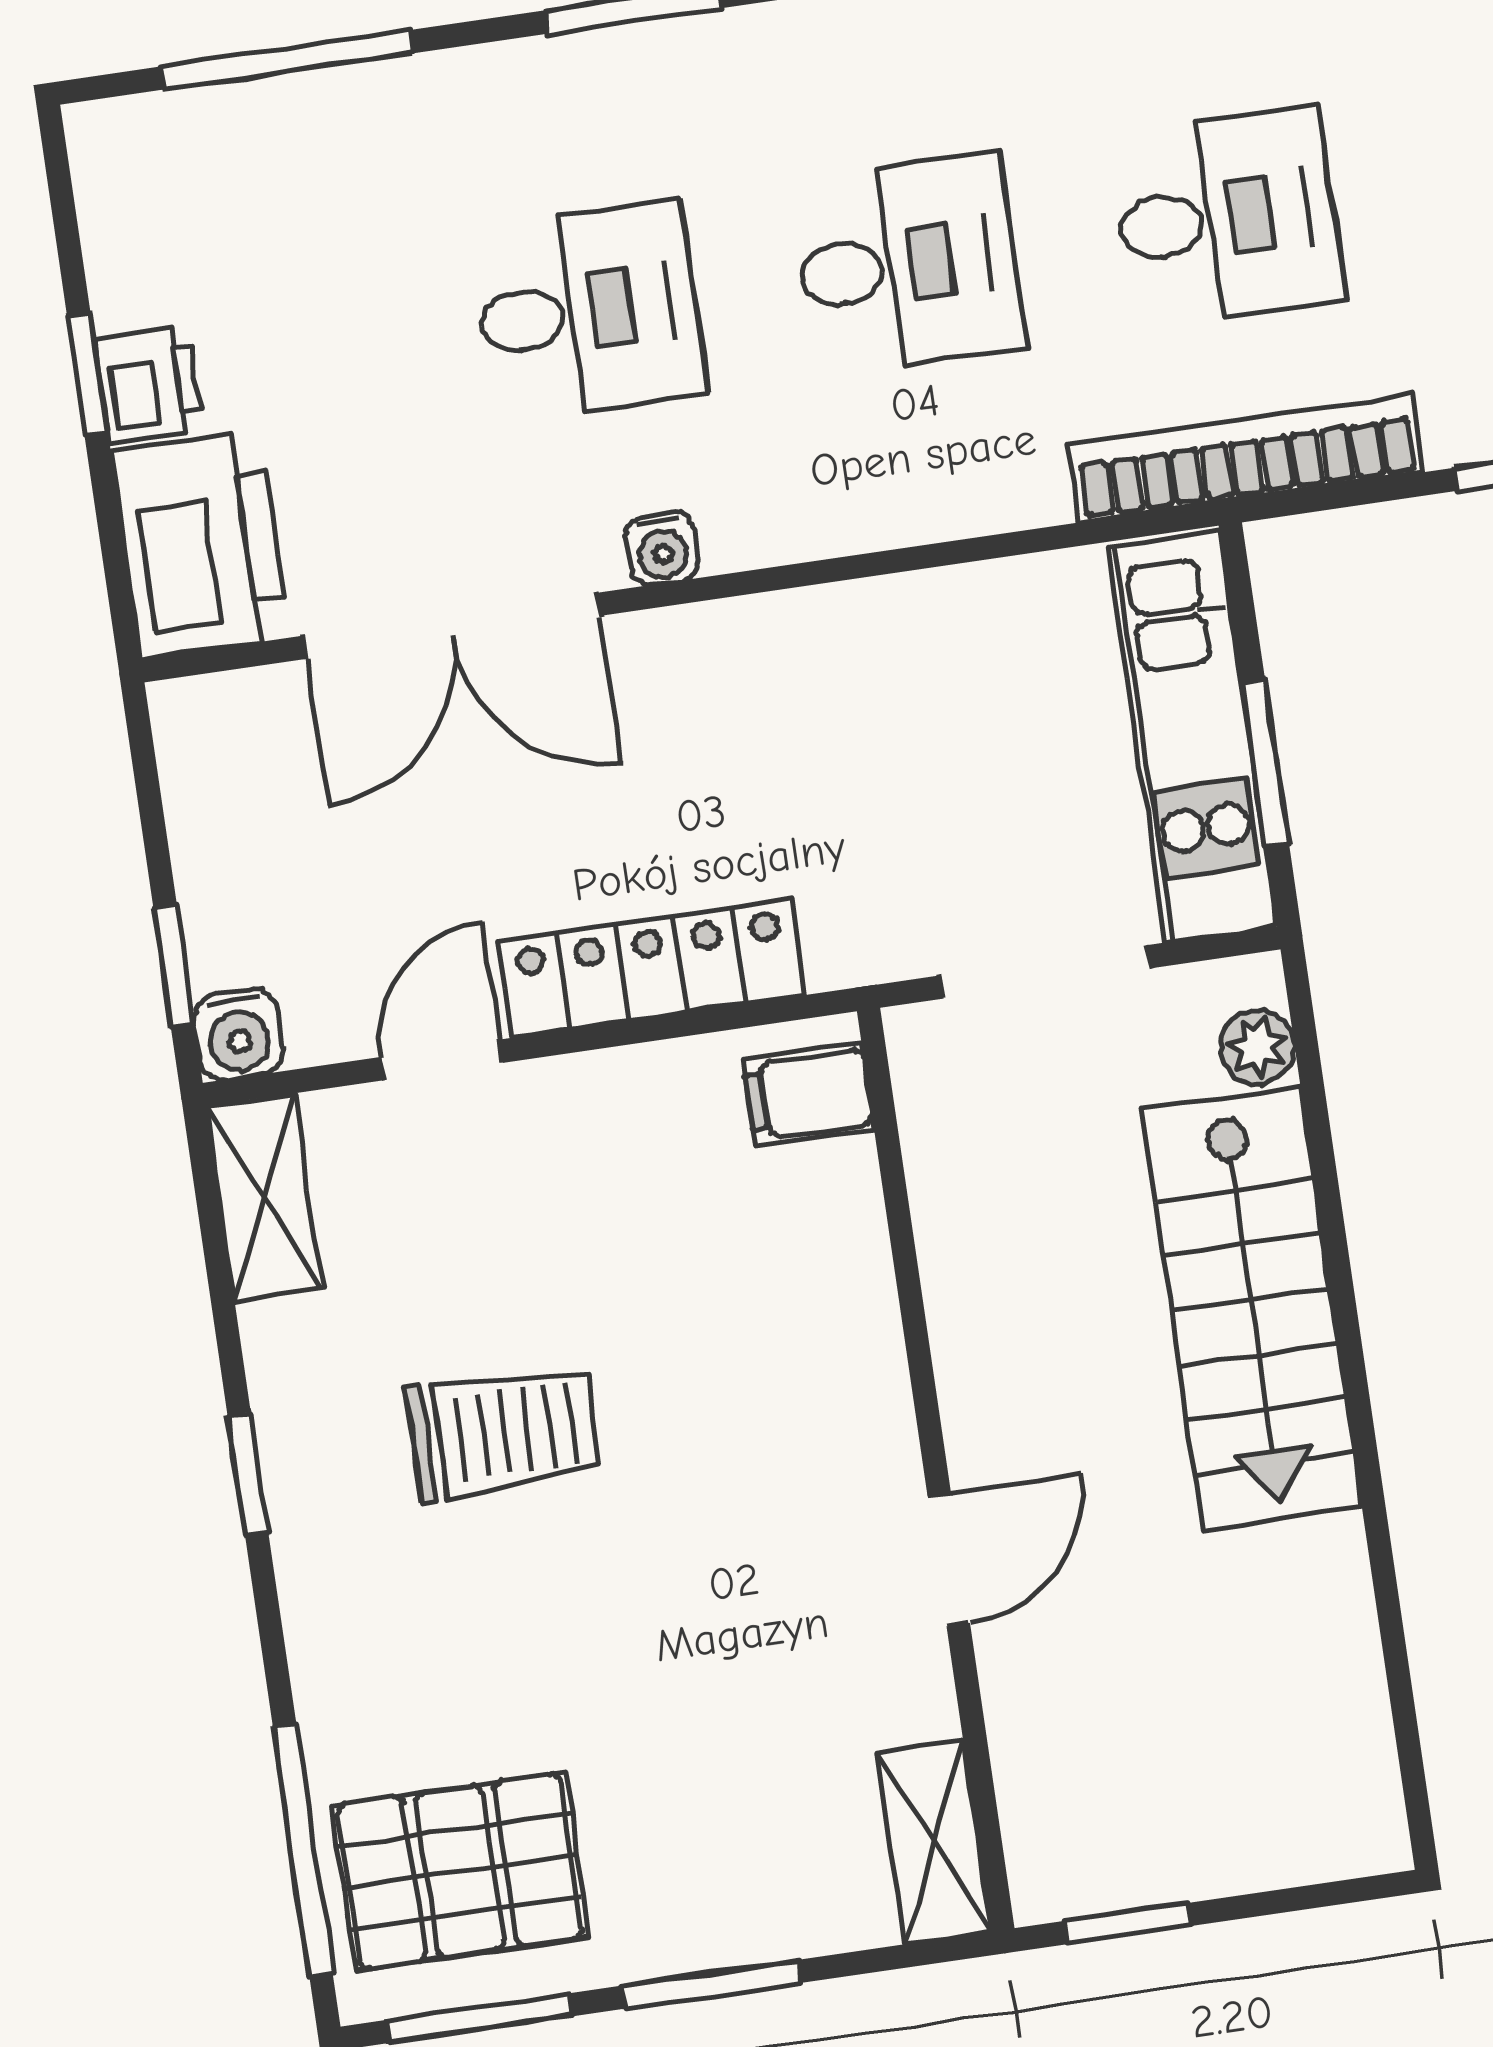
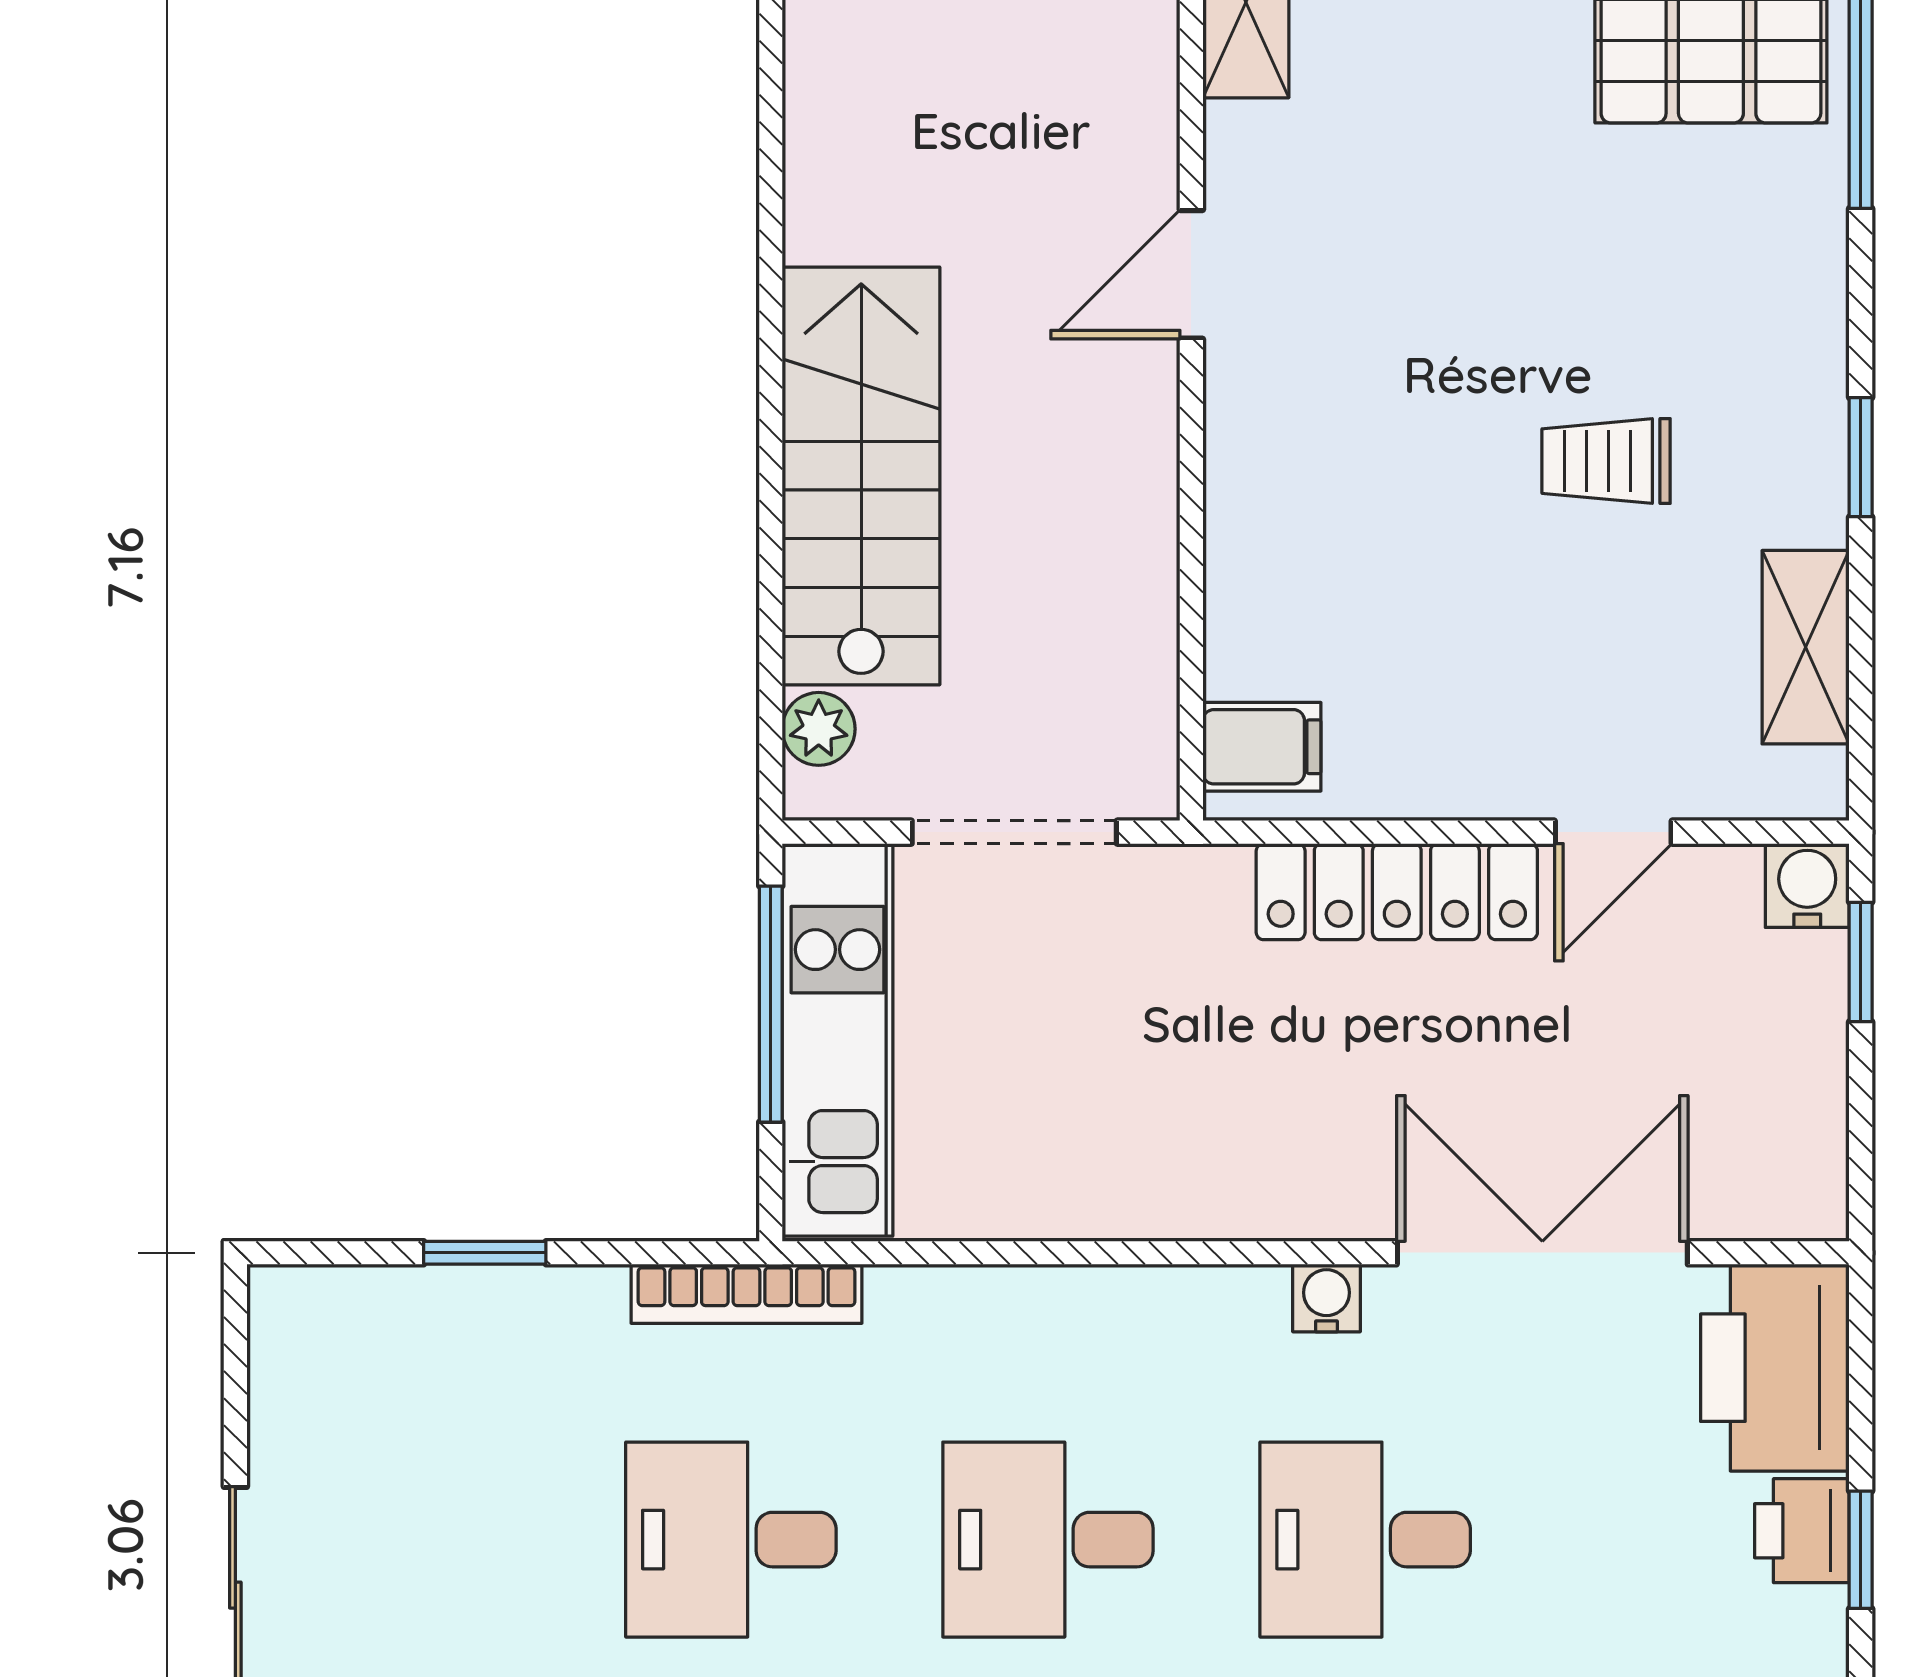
bookcase: (1246, 458) -> (746, 1294), width x0.68, depth x0.76
window: (1265, 763) -> (771, 1004), width x1.44
shelving: (264, 1197) -> (1806, 647), moved
trolley: (504, 1433) -> (1606, 461), width x0.73, depth x0.72

